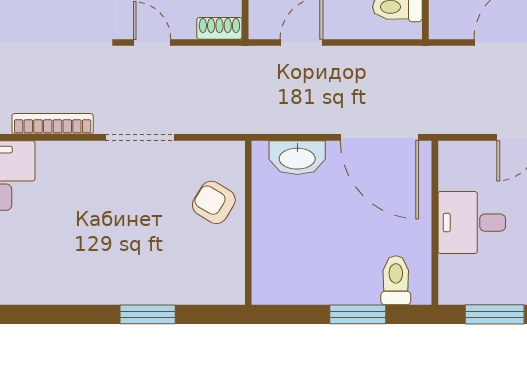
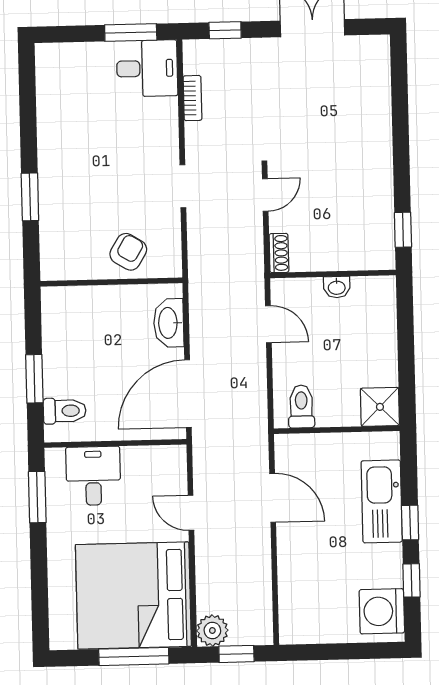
bookcase: (53, 124) -> (192, 98), width x0.64
doorway: (140, 137) -> (183, 186), width x0.73
desk: (472, 223) -> (93, 476), moved

